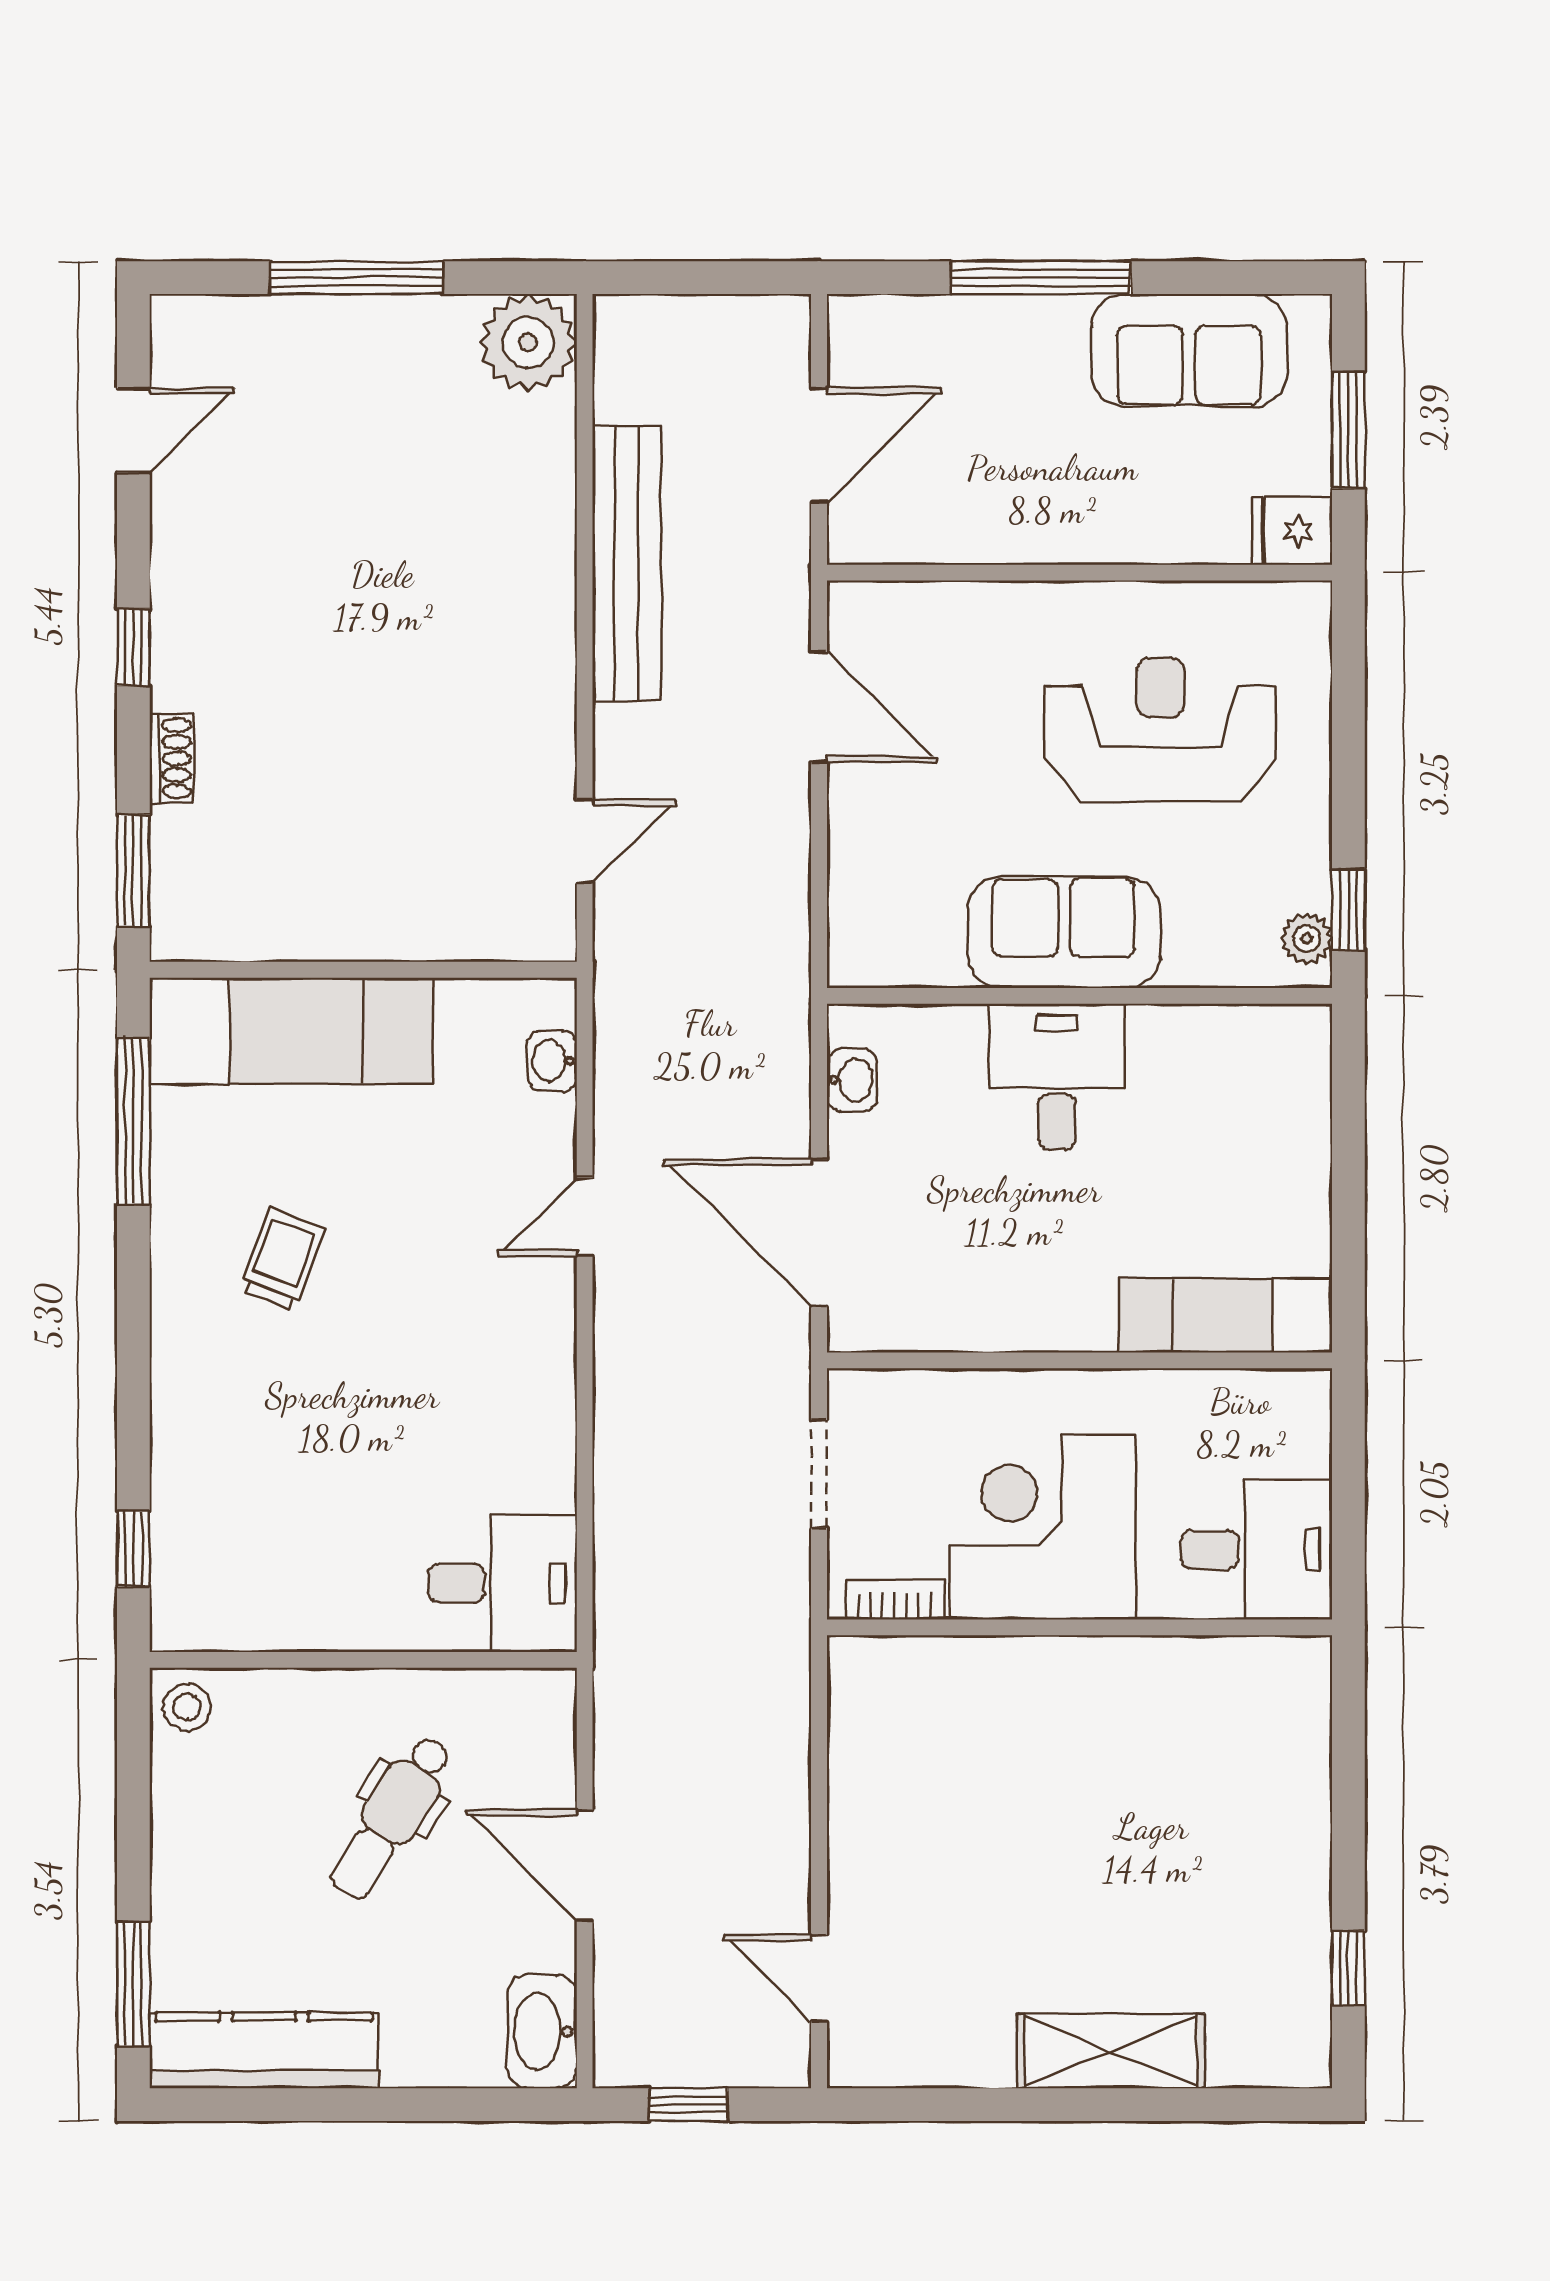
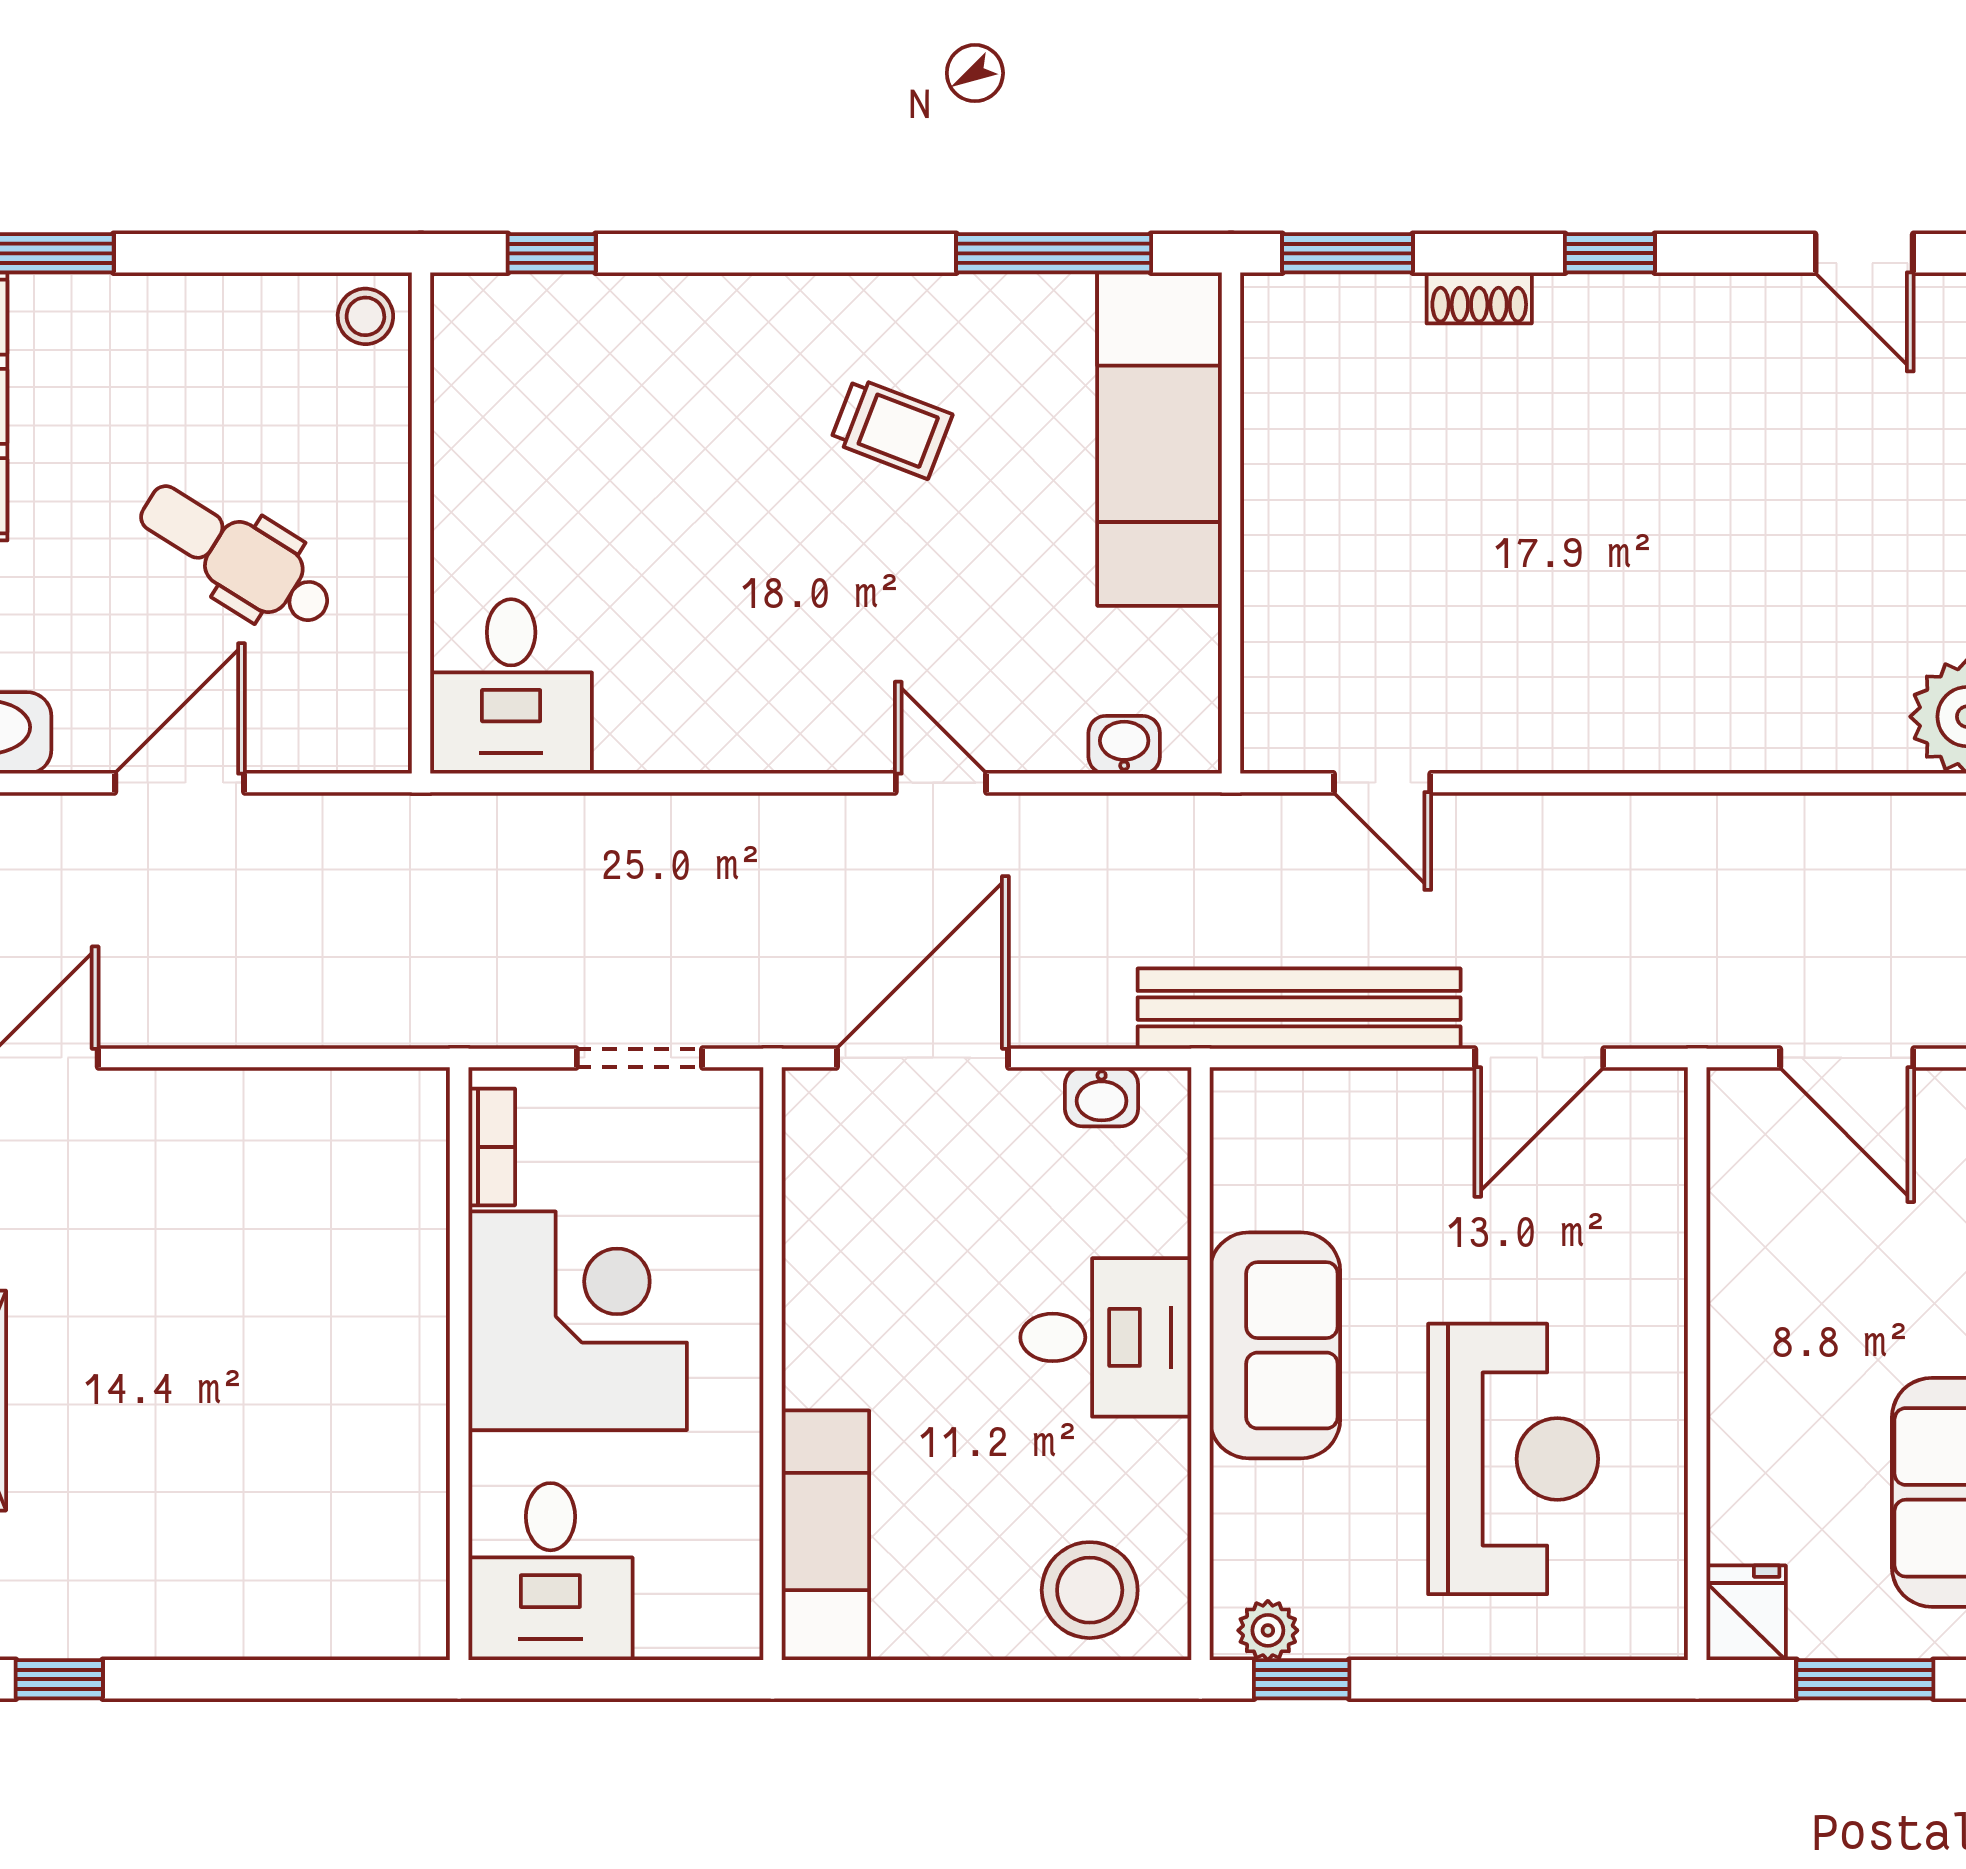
bench: (627, 564) -> (1299, 1009), moved
stool: (1272, 1090) -> (1090, 1590), added

